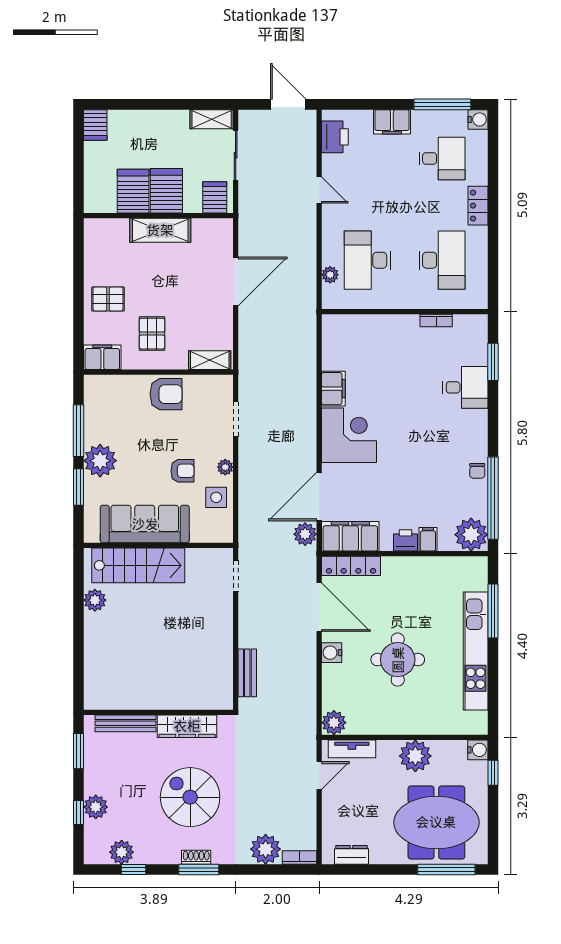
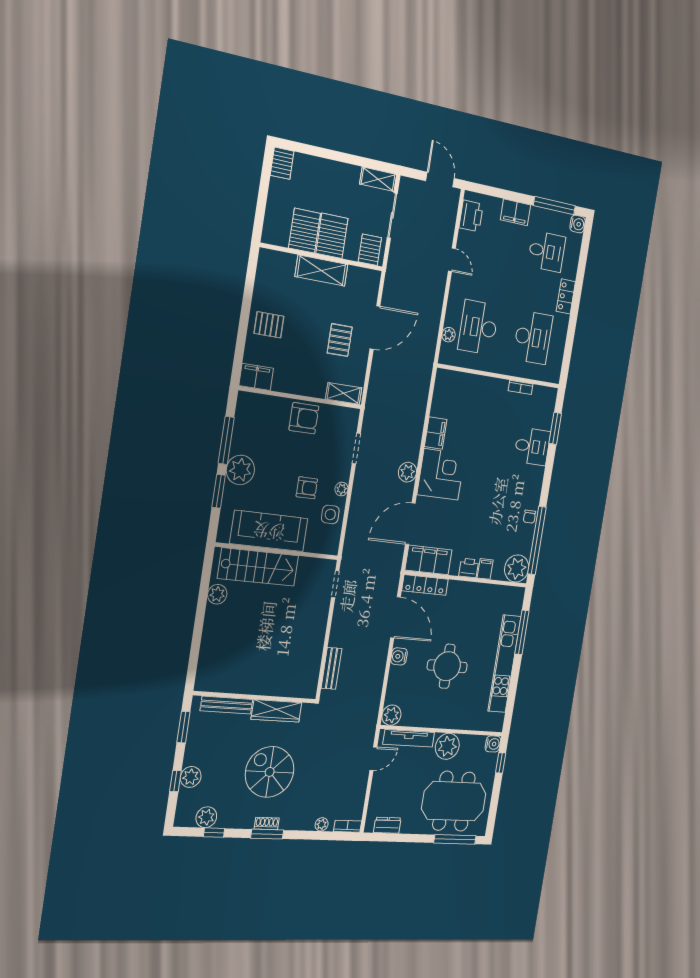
pallet: (152, 334) -> (340, 340), moved
plant: (305, 534) -> (407, 472), moved
tv unit: (352, 749) -> (409, 738), width x1.41
plant: (266, 849) -> (322, 824), width x0.53, depth x0.53

